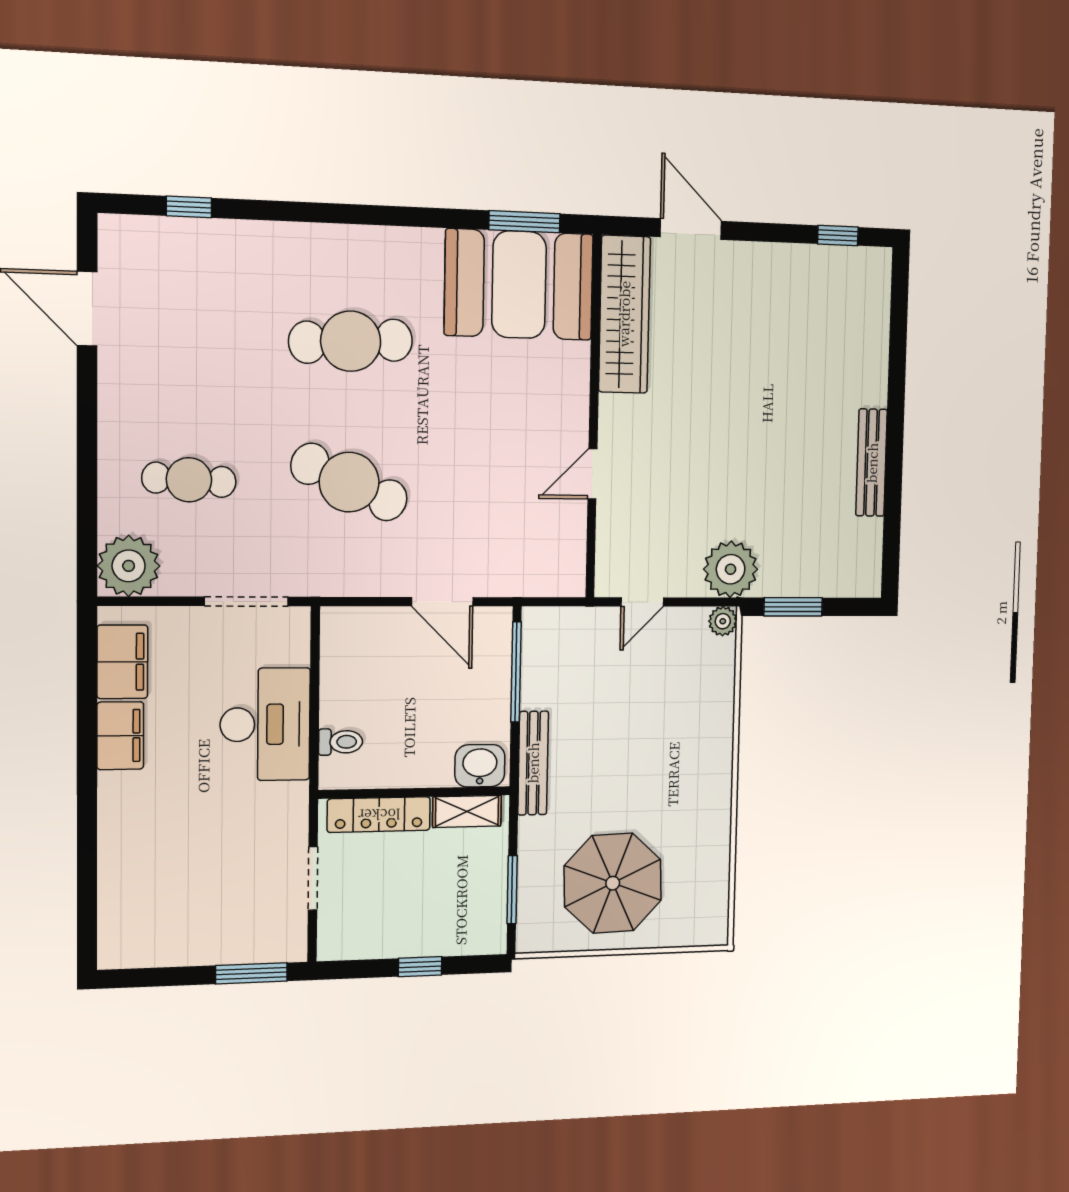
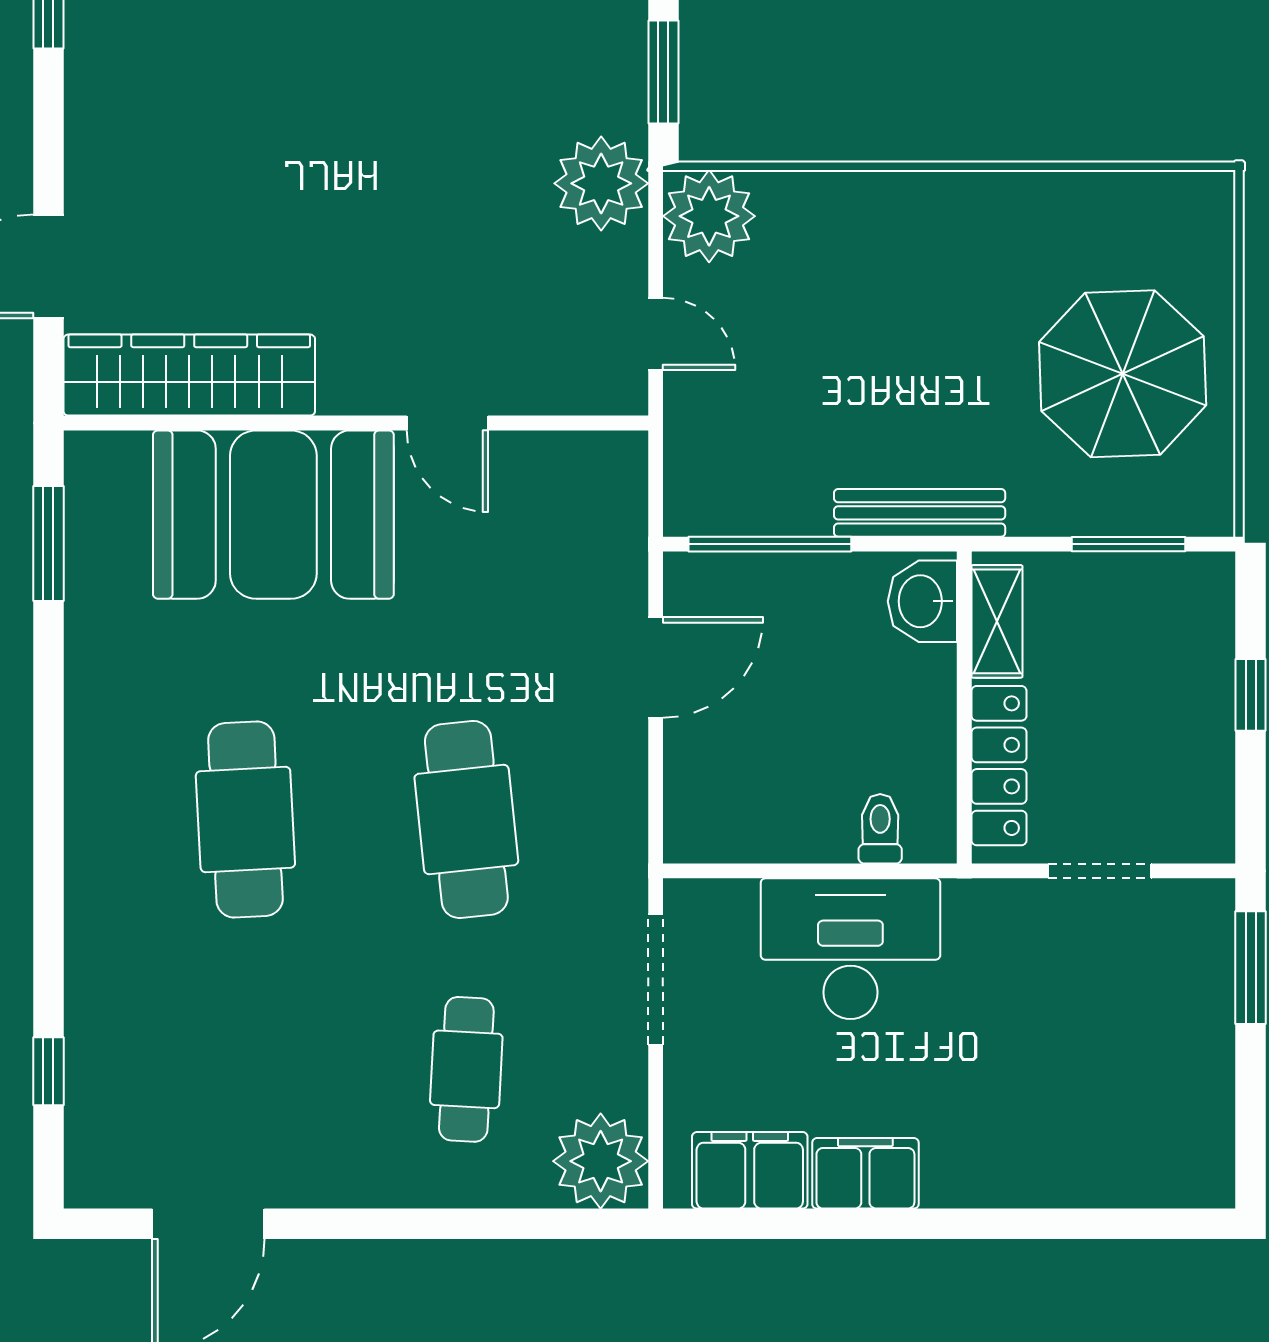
booth: (519, 285) -> (273, 515), moved, turned 90
cafe table: (349, 482) -> (466, 819), turned -30
plant: (723, 621) -> (709, 216), width x1.88, depth x1.88

